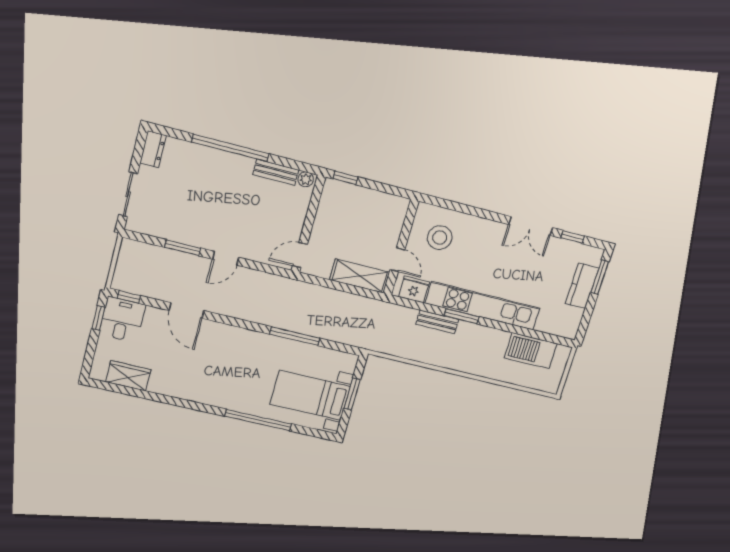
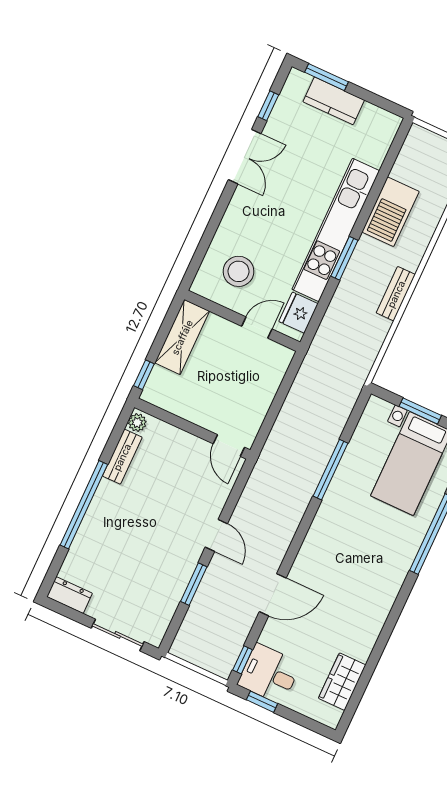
shelving: (360, 276) -> (182, 337), moved
bench: (437, 322) -> (396, 294), moved
barbecue: (531, 351) -> (391, 212), moved

